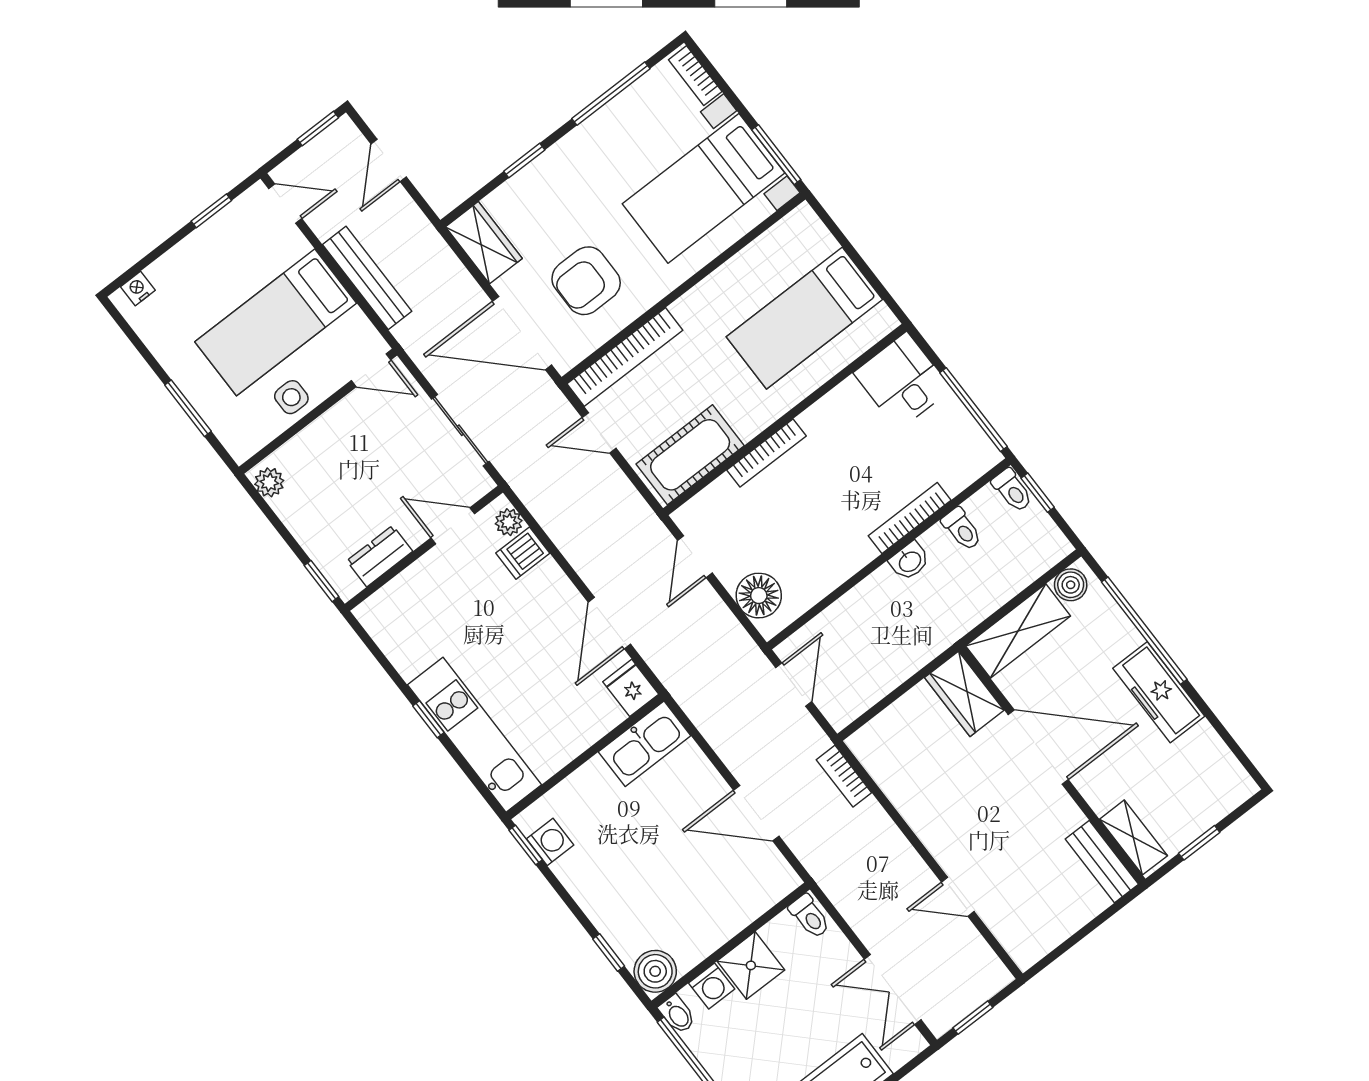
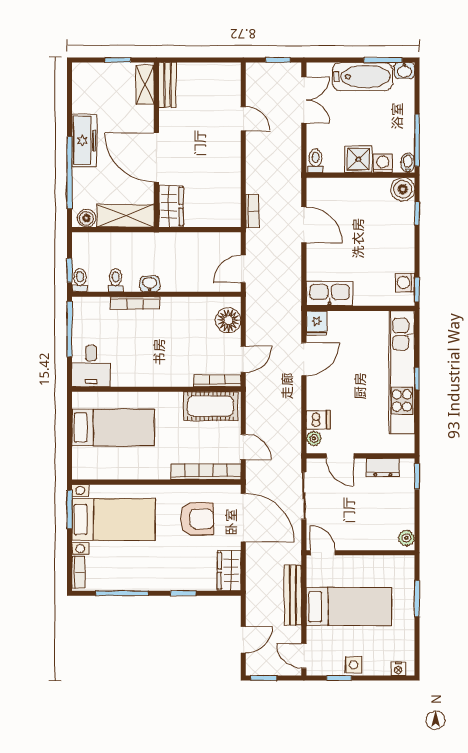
side table: (291, 397) -> (354, 665), moved
bookcase: (767, 453) -> (217, 381), moved
kitchen unit: (474, 735) -> (402, 372), width x1.36

